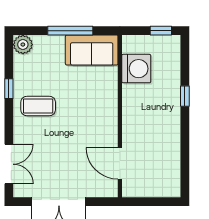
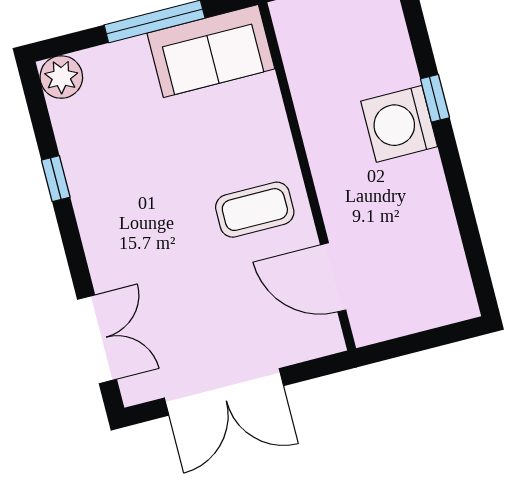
washing machine: (136, 69) -> (399, 124), moved, turned 180
coffee table: (38, 106) -> (255, 210), moved

